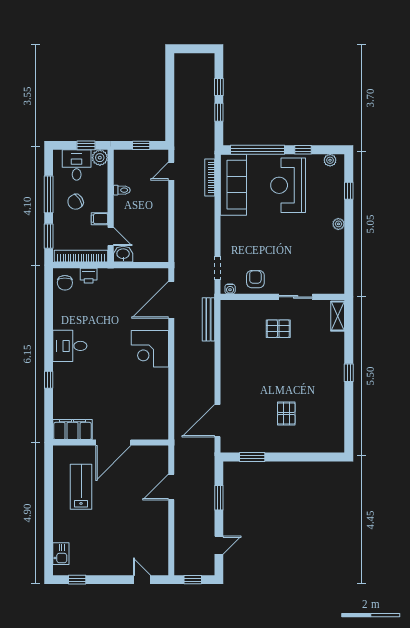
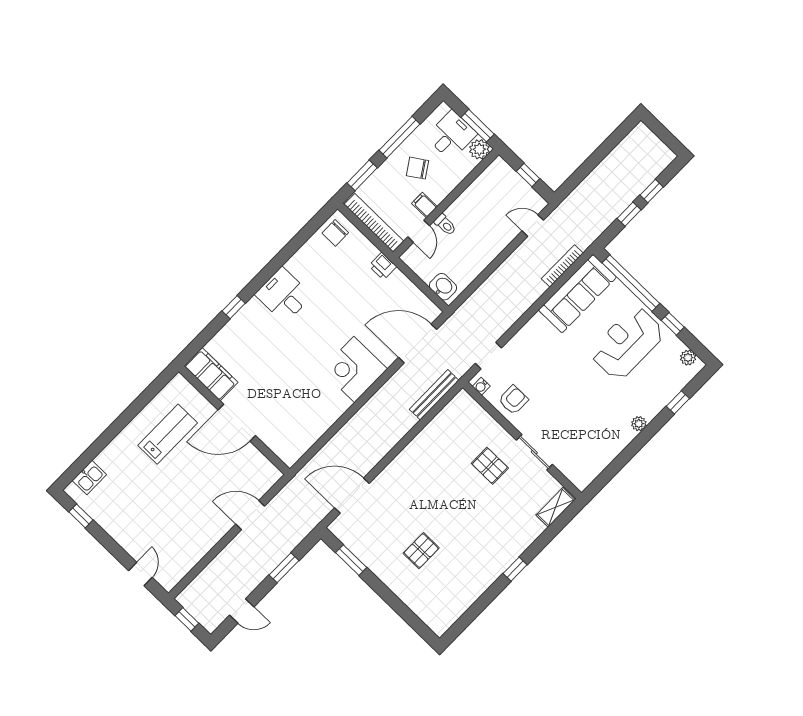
window: (86, 145) -> (478, 126), width x1.50
toilet: (122, 190) -> (445, 225), moved
washbasin: (123, 254) -> (443, 287), moved
printer: (89, 276) -> (383, 266), moved

